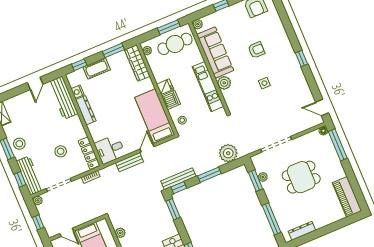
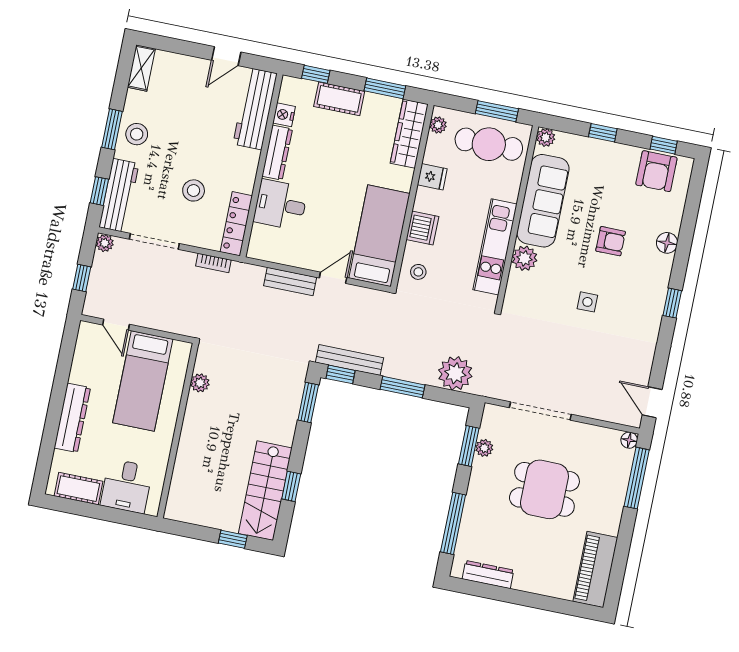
floor lamp: (281, 34) -> (667, 243), added
fridge: (165, 87) -> (432, 177), moved
desk: (110, 149) -> (281, 205), moved

